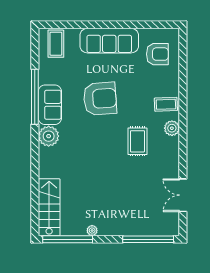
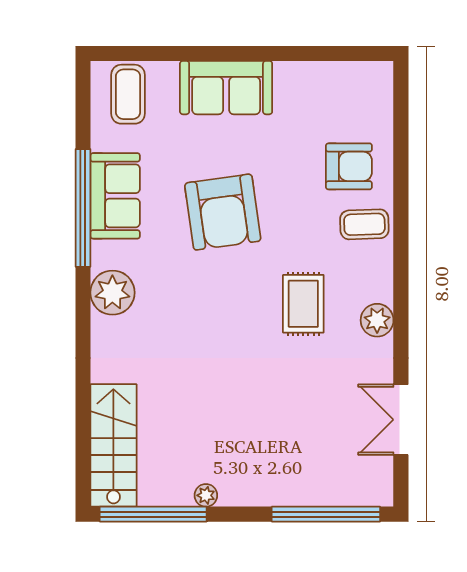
sofa: (109, 41) -> (226, 88), width x0.73
armchair: (157, 54) -> (349, 166), moved
armchair: (100, 99) -> (223, 212), turned 86
sofa: (50, 105) -> (115, 196), moved
plant: (172, 128) -> (377, 320), moved

